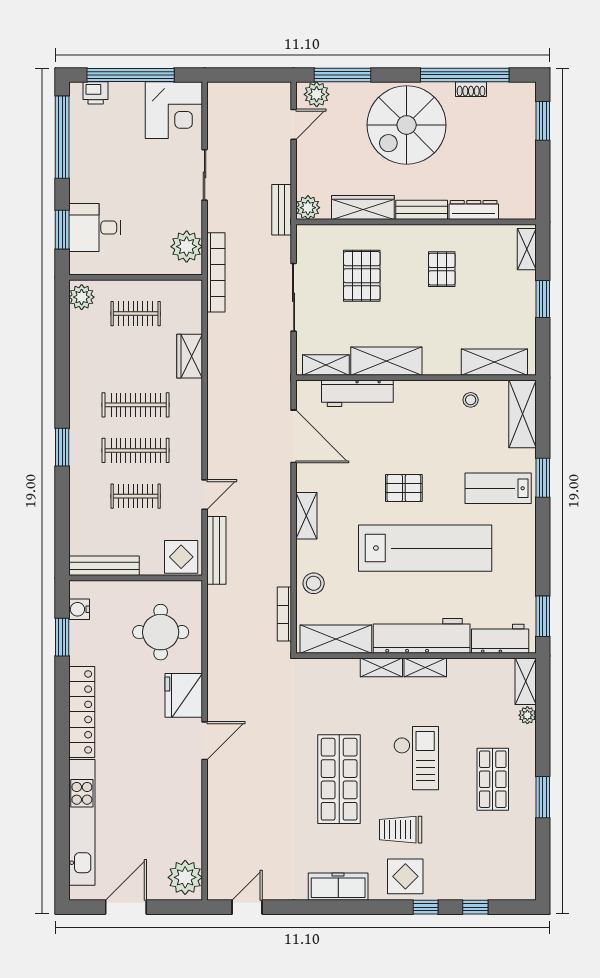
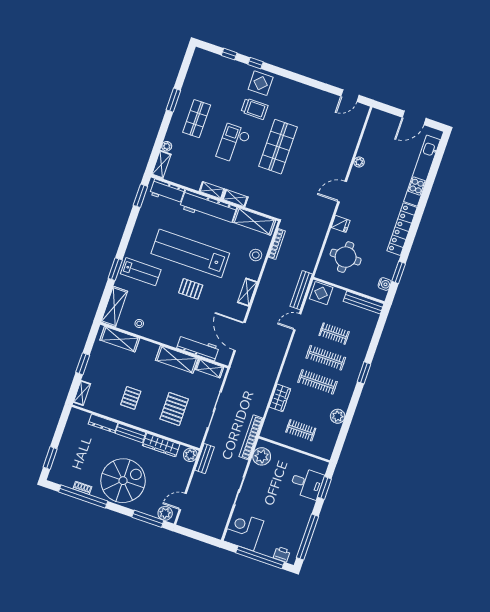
plant: (82, 297) -> (338, 416), moved
fridge: (184, 695) -> (341, 224), width x0.53, depth x0.75
plant: (185, 877) -> (359, 162), moved, width x0.53, depth x0.53
freezer: (338, 887) -> (298, 90), removed

